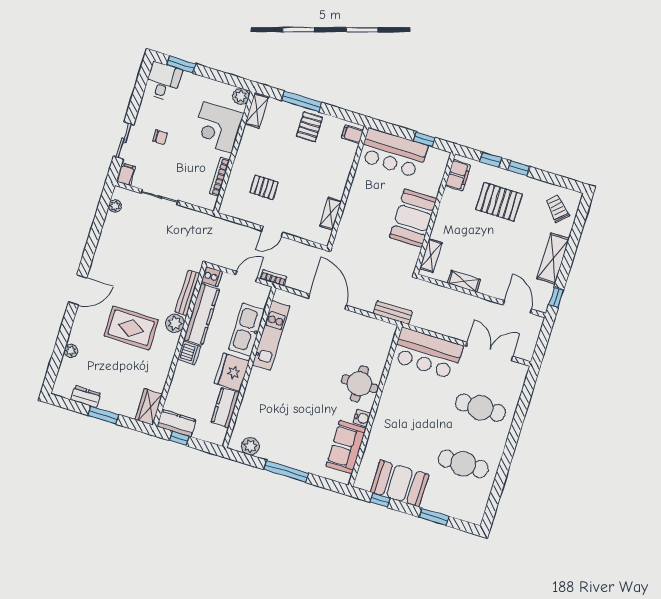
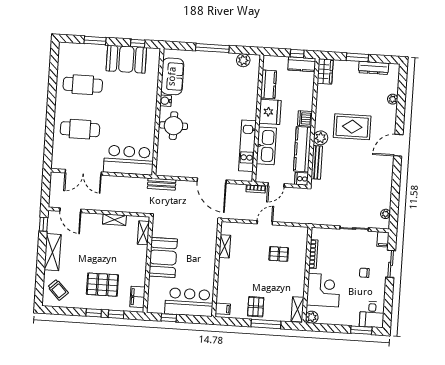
dresser: (86, 397) -> (374, 68), width x1.44

